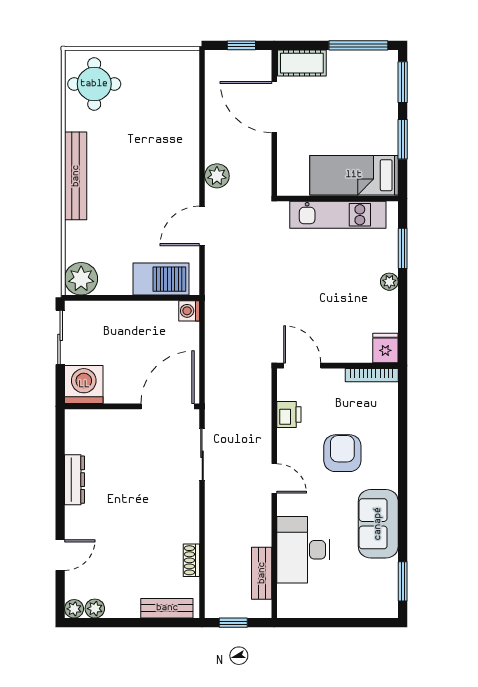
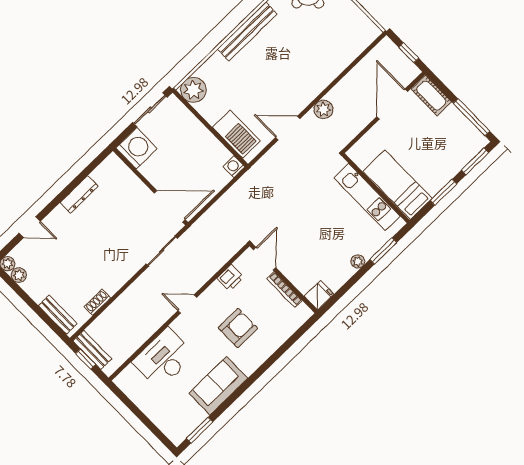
bookcase: (372, 375) -> (284, 290), moved
door: (274, 478) -> (187, 304), swing flipped
bench: (262, 573) -> (92, 350), moved, turned 90

